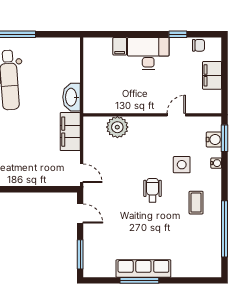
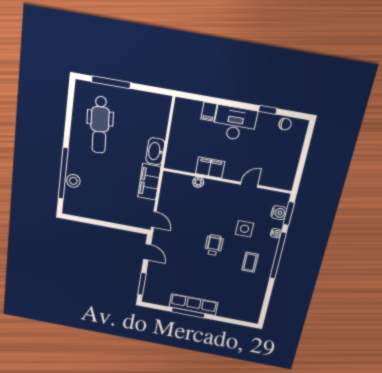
filing cabinet: (212, 75) -> (210, 168), moved, turned 90
plant: (117, 127) -> (198, 182), width x0.53, depth x0.53
window: (224, 229) -> (278, 256), moved

